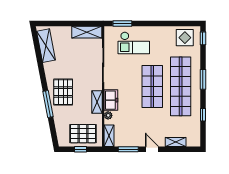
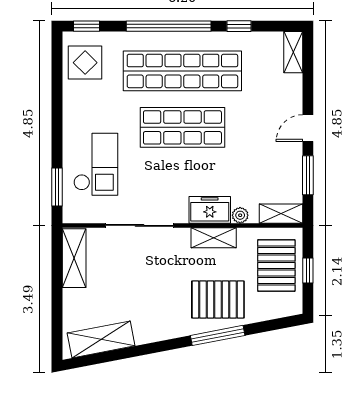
window: (203, 79) -> (169, 26), width x2.11
pallet: (63, 92) -> (218, 299), moved
shelving: (176, 142) -> (293, 52), moved

